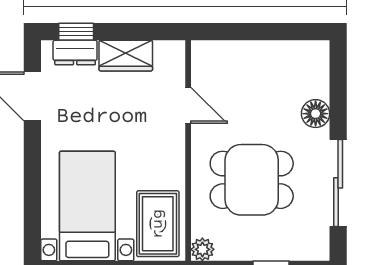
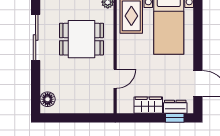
door: (188, 105) -> (115, 79), swing flipped
floor lamp: (316, 114) -> (48, 99), moved

